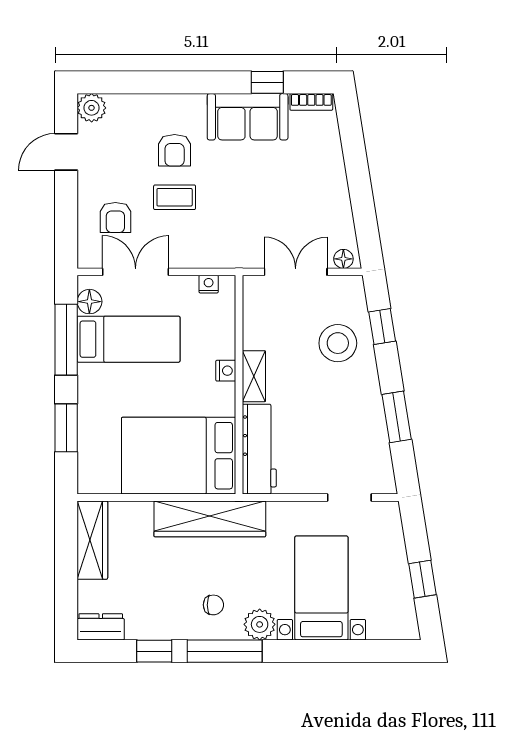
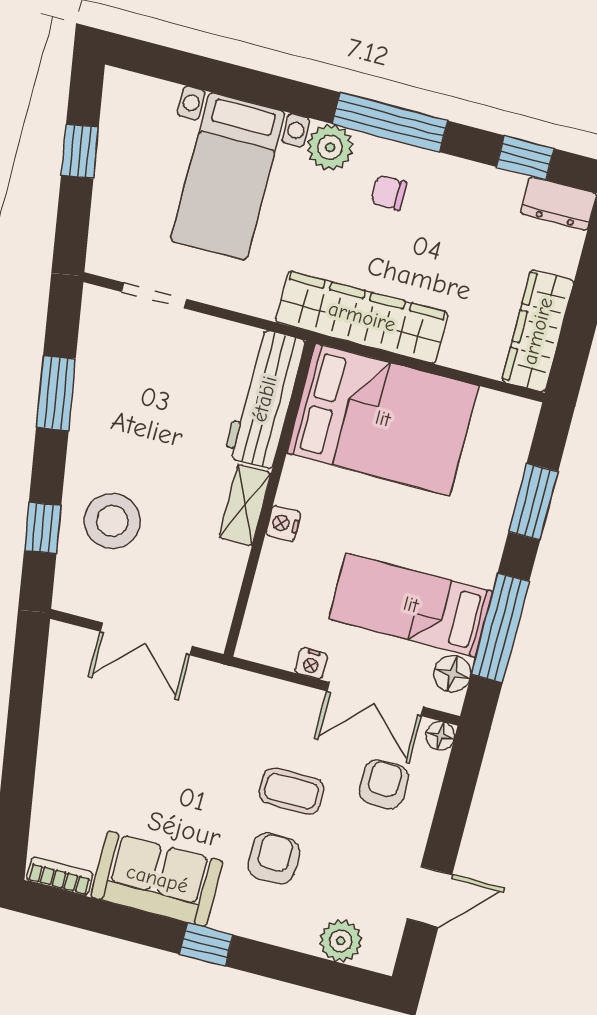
window: (267, 82) -> (206, 944), moved
plant: (92, 108) -> (341, 941), moved
floor lamp: (343, 259) -> (440, 736), moved
nightstand: (209, 284) -> (311, 663), moved
window: (154, 651) -> (525, 158), moved

